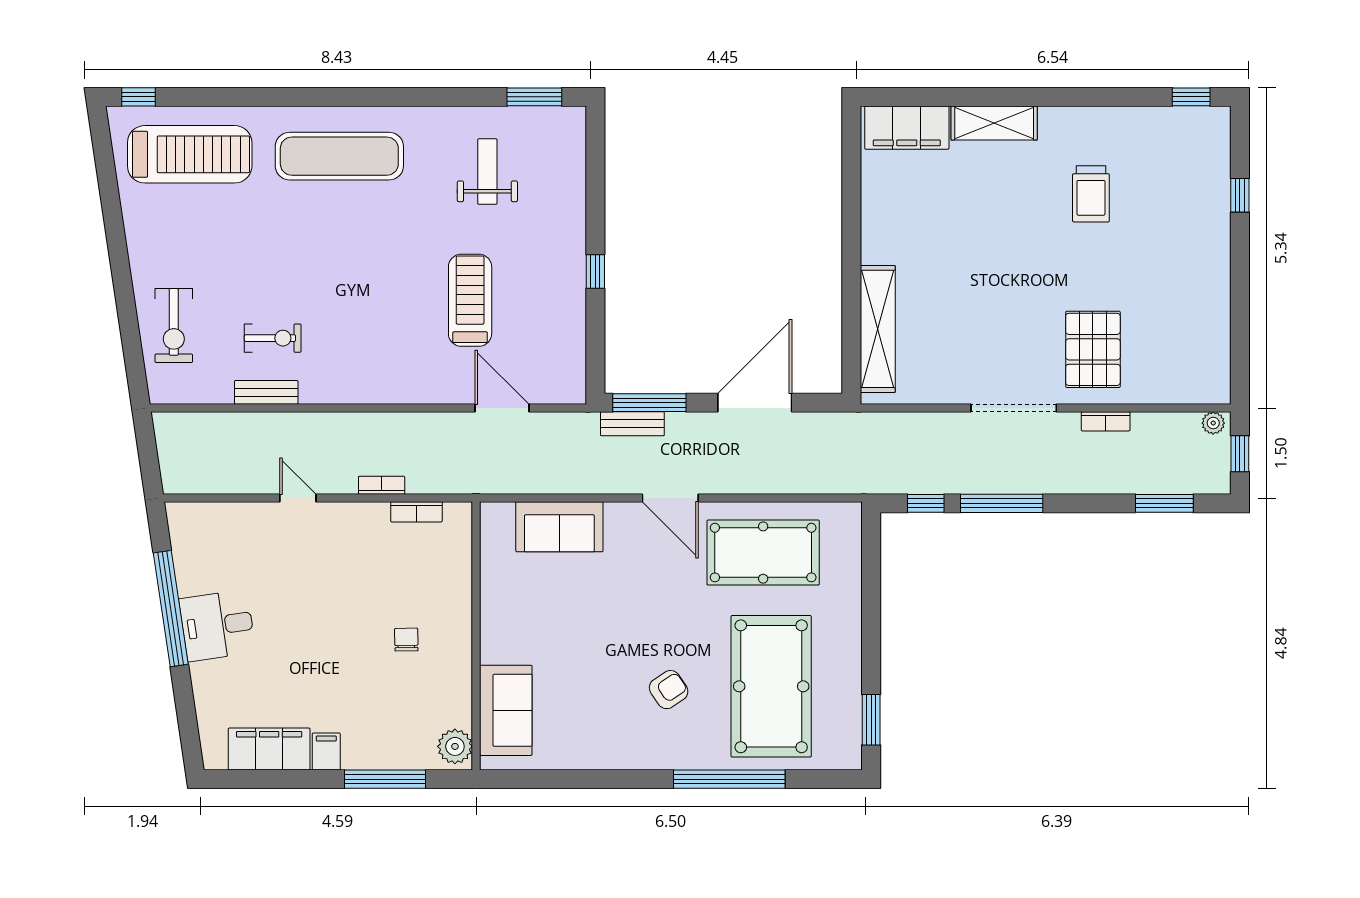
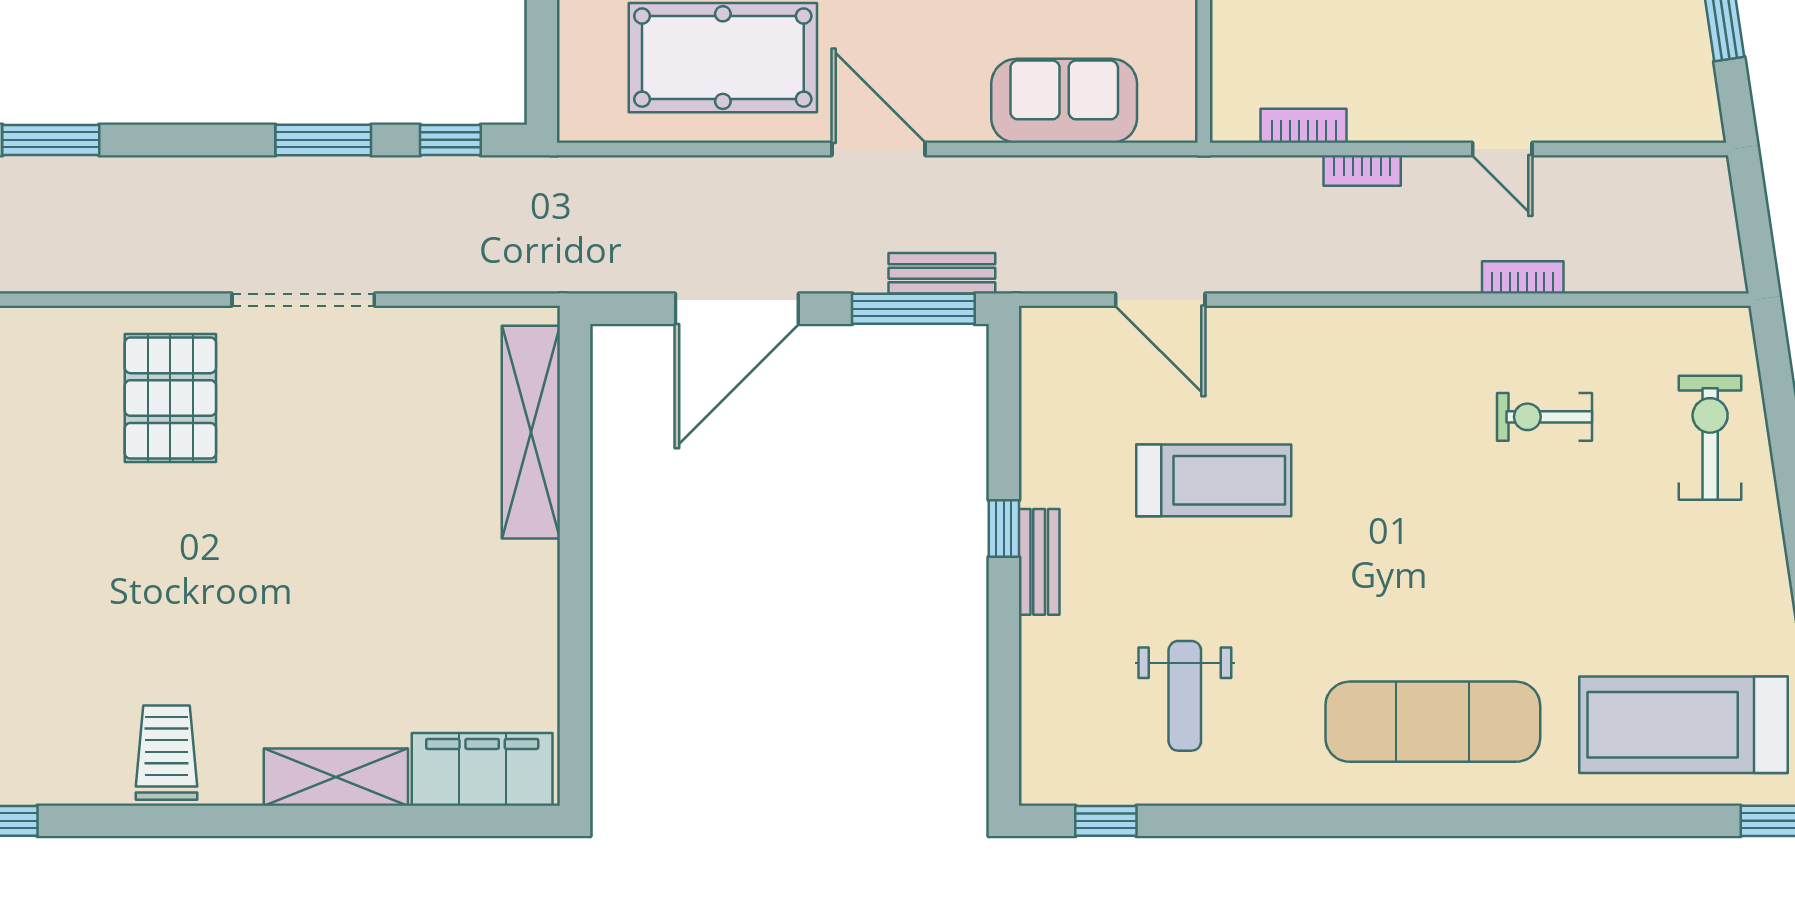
window: (534, 97) -> (1106, 821), width x0.67
trolley: (1091, 194) -> (167, 753), moved
treadmill: (470, 300) -> (1214, 480), turned -90
bench: (266, 392) -> (1039, 562), moved, turned 90
bookcase: (1106, 421) -> (1523, 277), moved
window: (1002, 503) -> (323, 140), width x0.69

